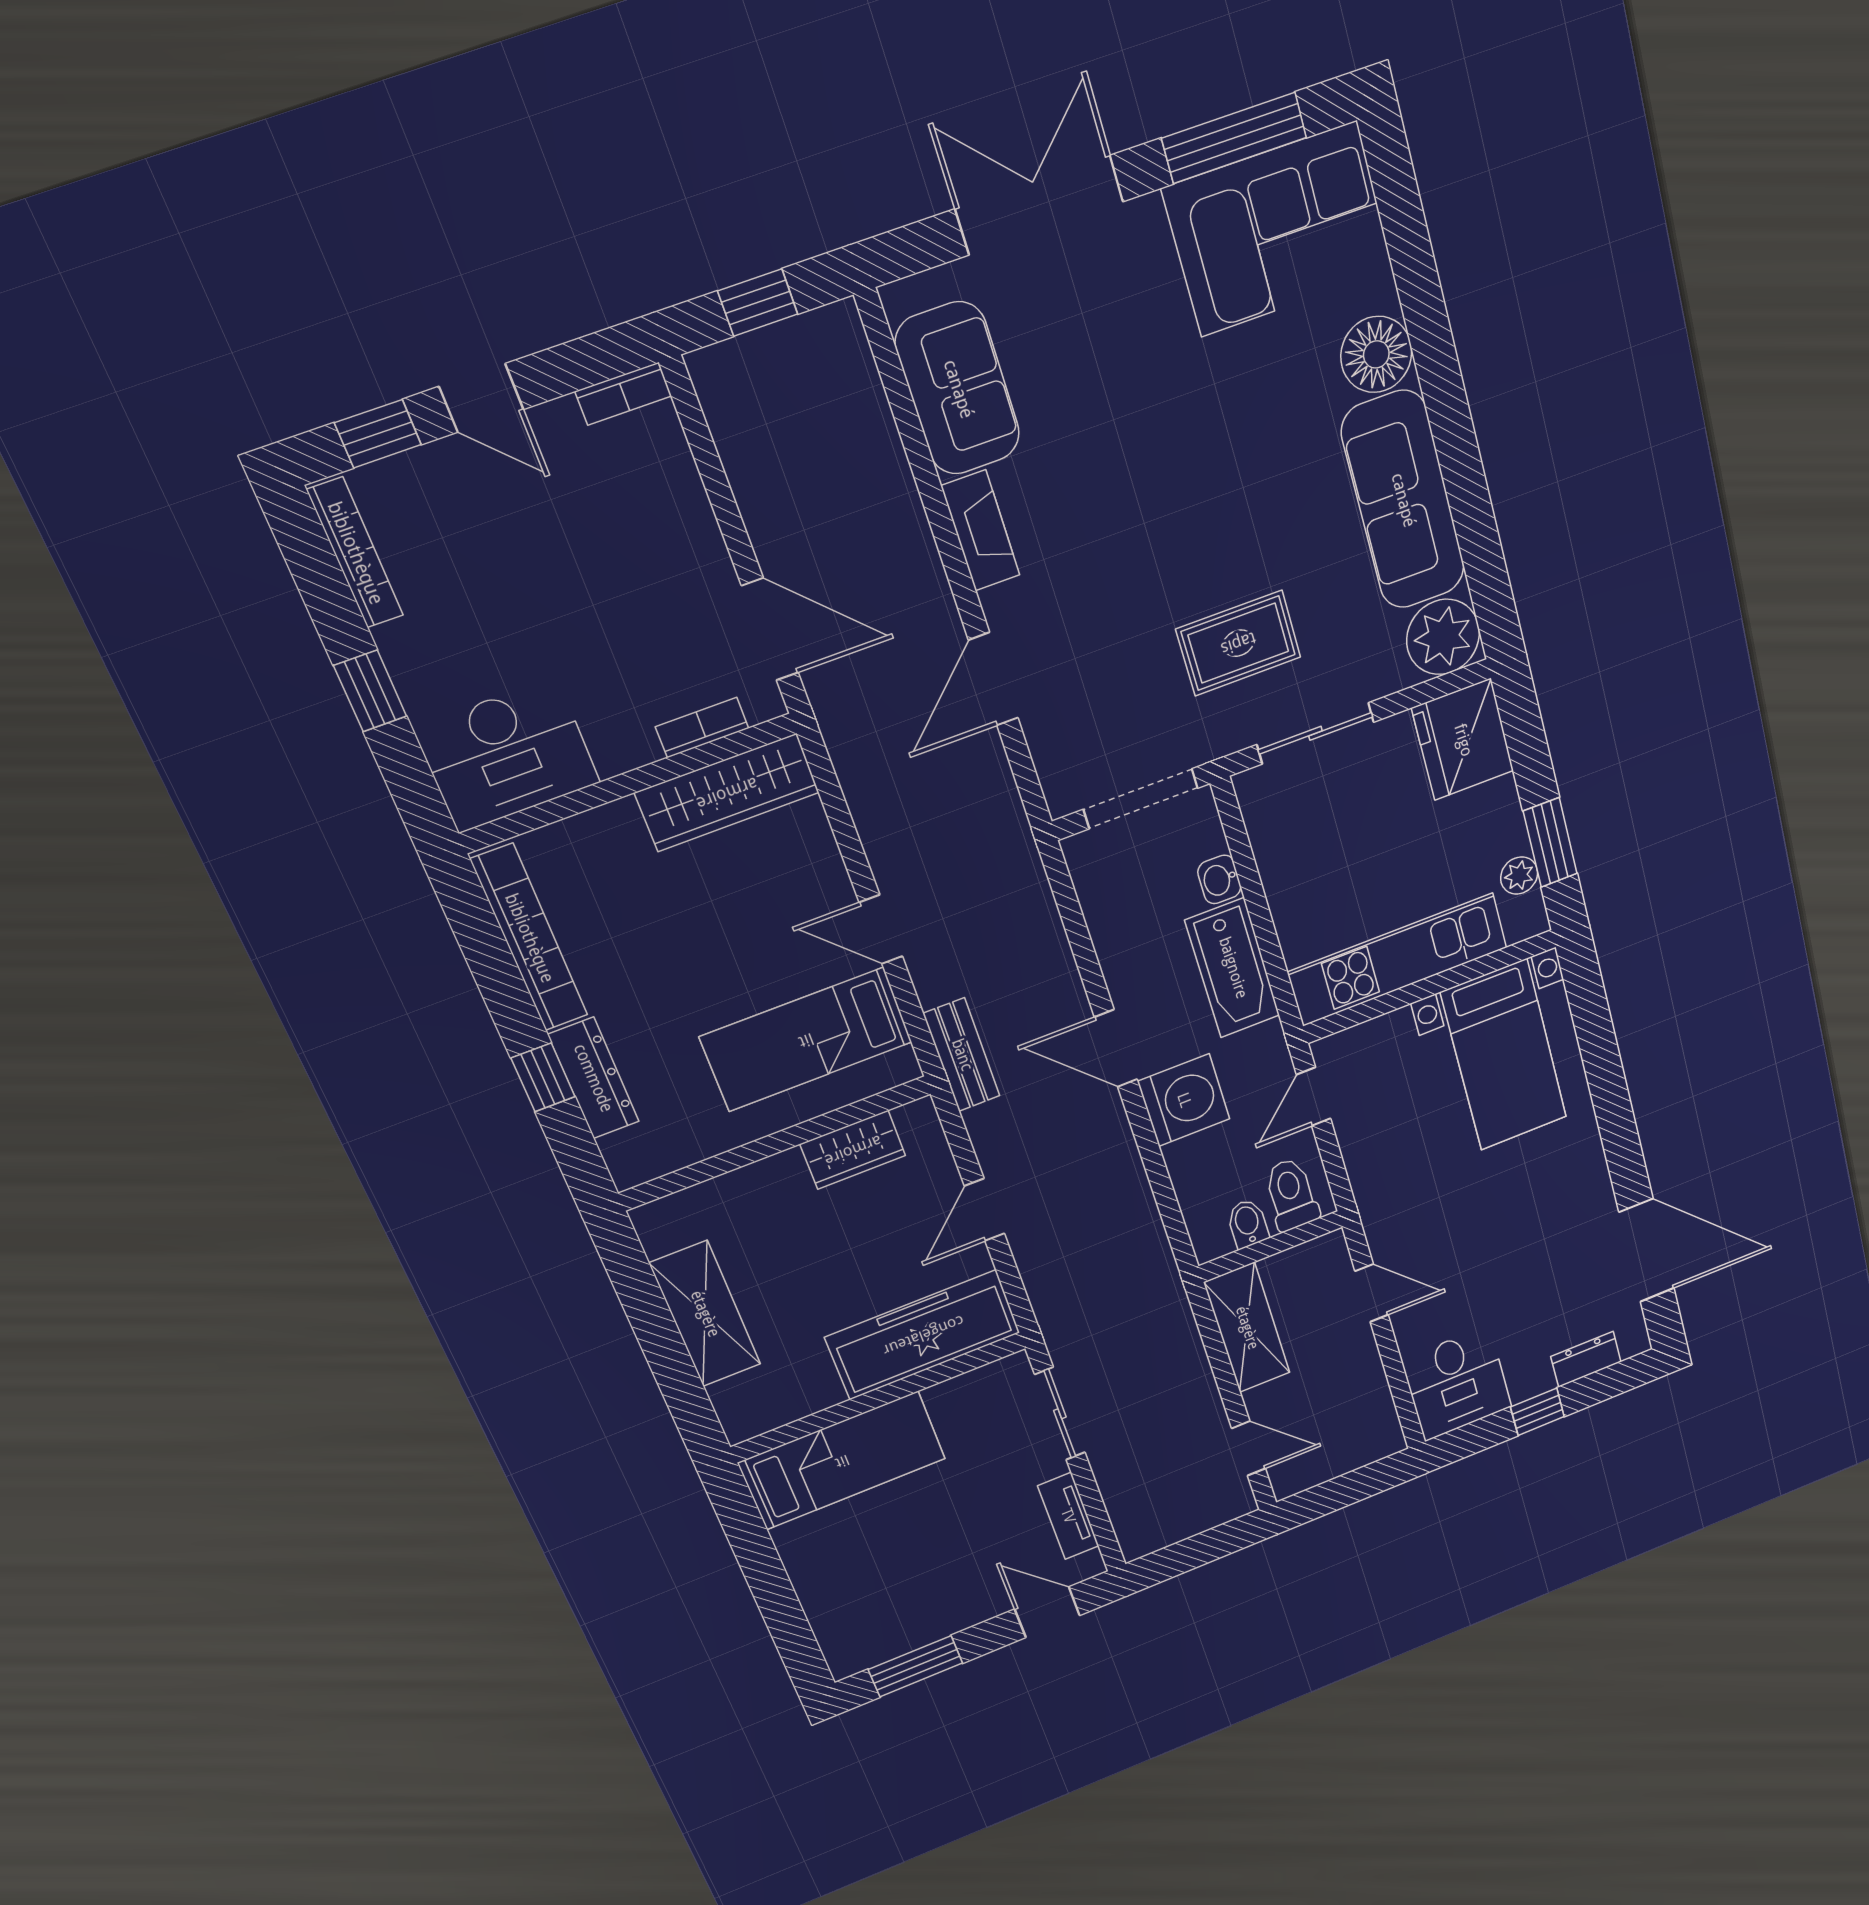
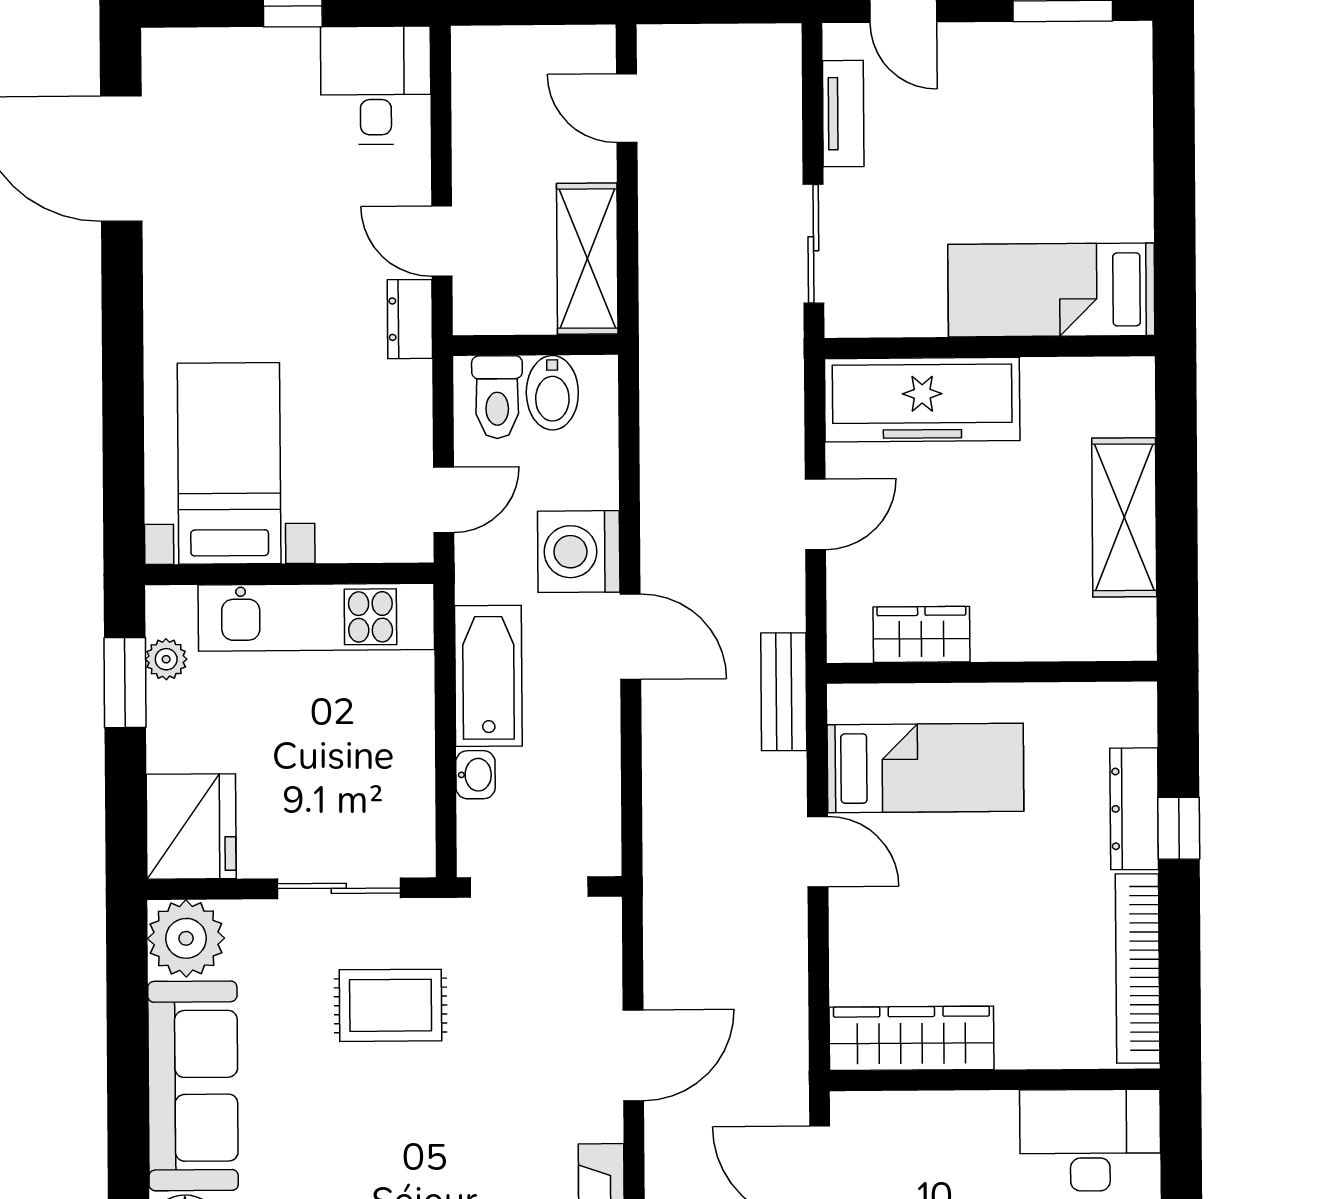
bookcase: (702, 728) -> (912, 1107), removed
bidet: (1248, 1223) -> (552, 393), width x1.38, depth x1.36
dresser: (1586, 1359) -> (410, 319), moved, turned 90

